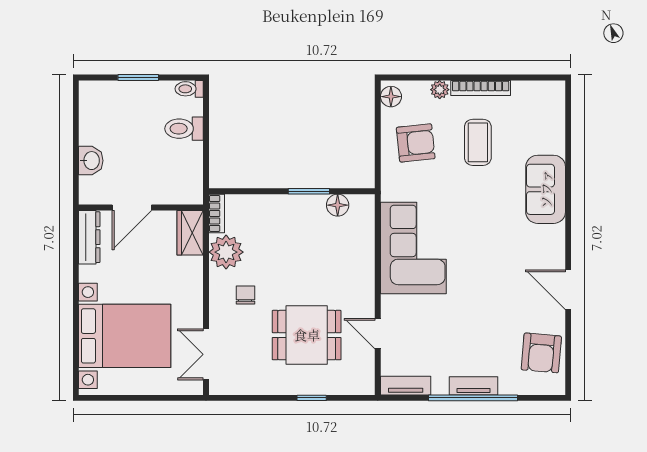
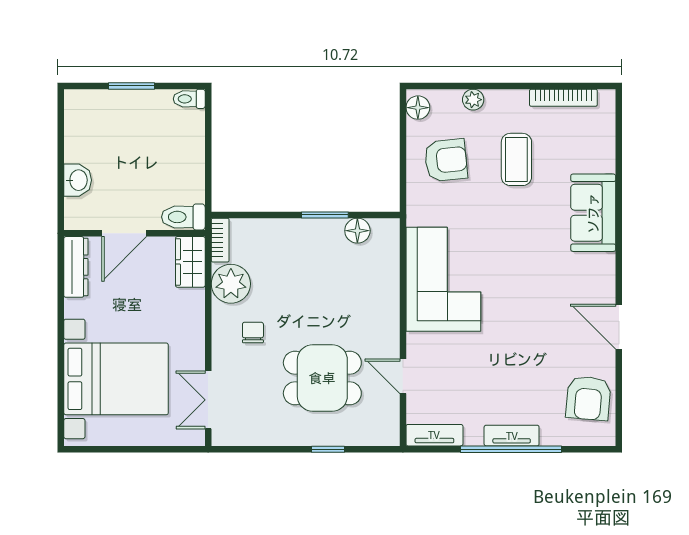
bookcase: (481, 88) -> (563, 98), moved
toilet: (184, 129) -> (183, 217), moved

